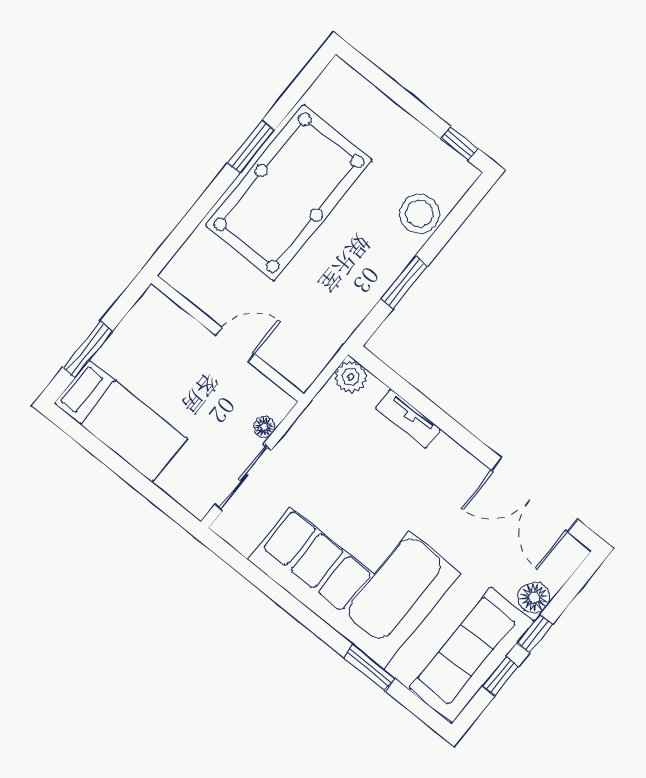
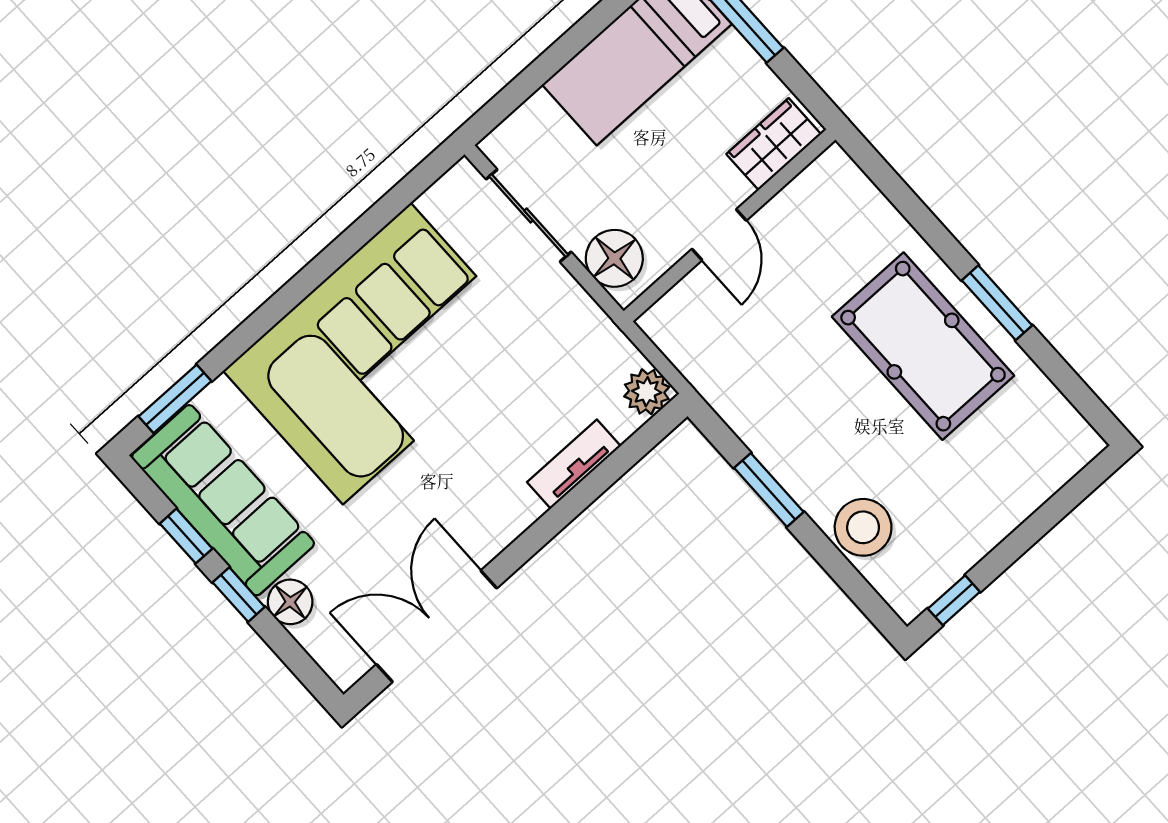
pool table: (289, 193) -> (923, 346), width x0.73, depth x0.76
wardrobe: (167, 317) -> (774, 144), added
floor lamp: (264, 427) -> (614, 258), width x1.89, depth x1.89
window: (369, 668) -> (175, 399), moved

